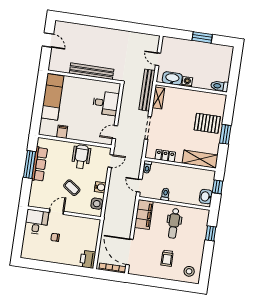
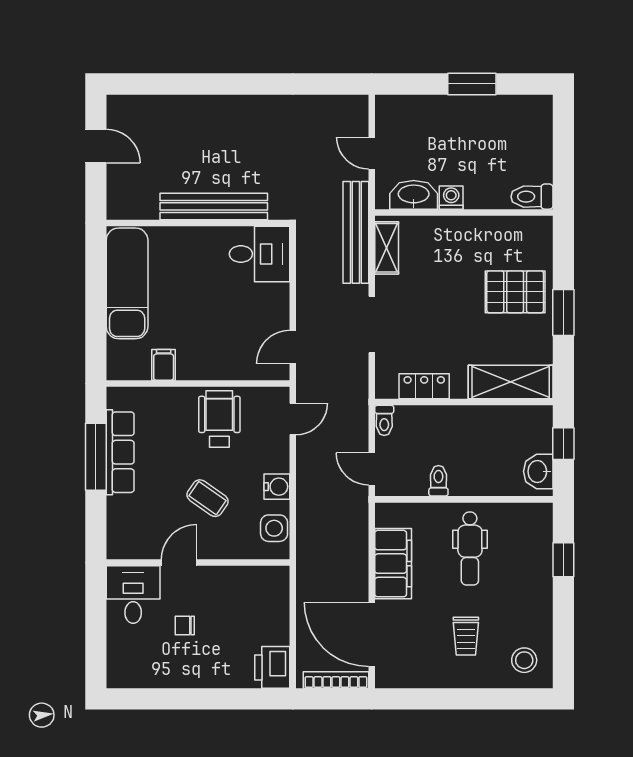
desk: (106, 103) -> (260, 254), moved
filing cabinet: (144, 215) -> (393, 564), moved

